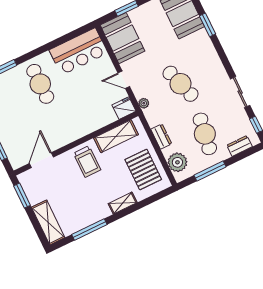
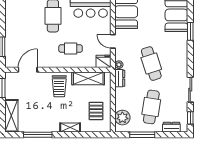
cafe table: (79, 112) -> (71, 49), added
dresser: (161, 137) -> (120, 78), moved
pallet: (143, 169) -> (96, 111), width x0.67, depth x0.71

